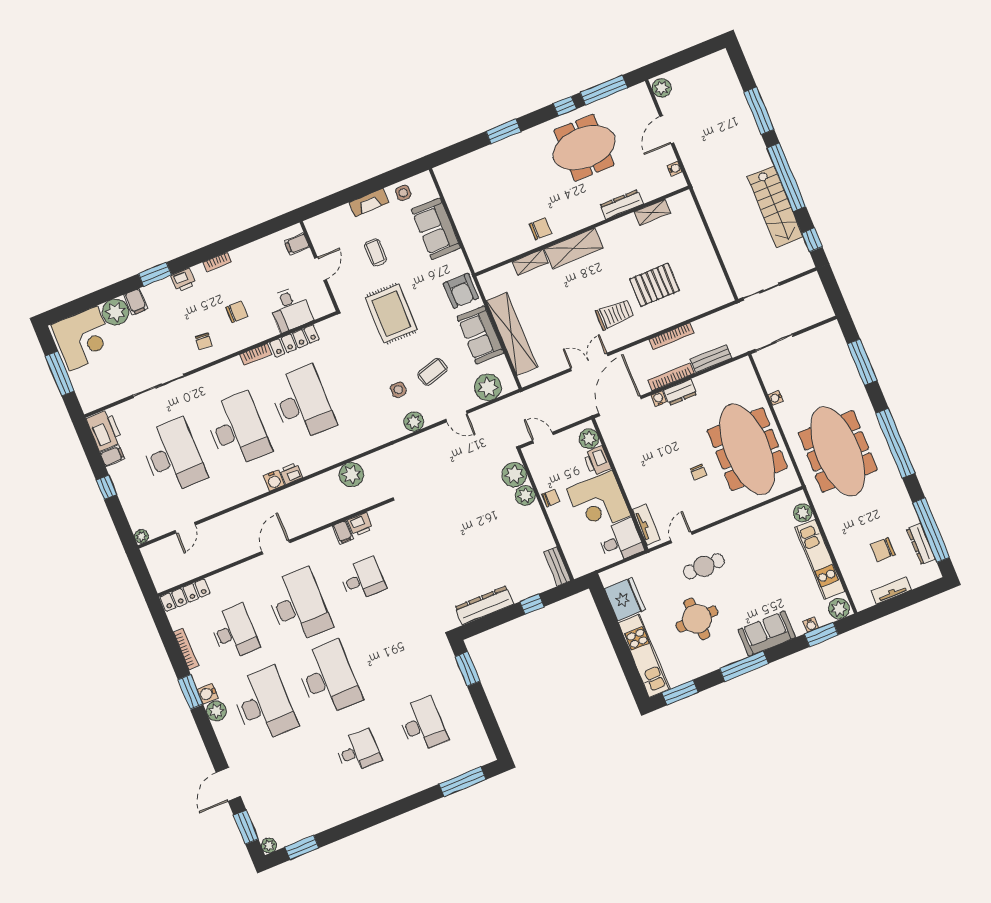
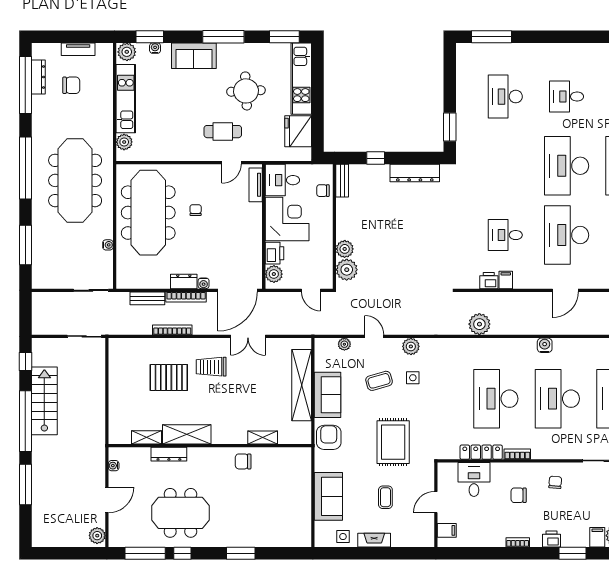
shelving: (574, 248) -> (187, 434), moved
plant: (488, 387) -> (344, 344), width x0.53, depth x0.53
printer: (291, 473) -> (528, 345), removed
chair: (551, 498) -> (323, 191), moved

